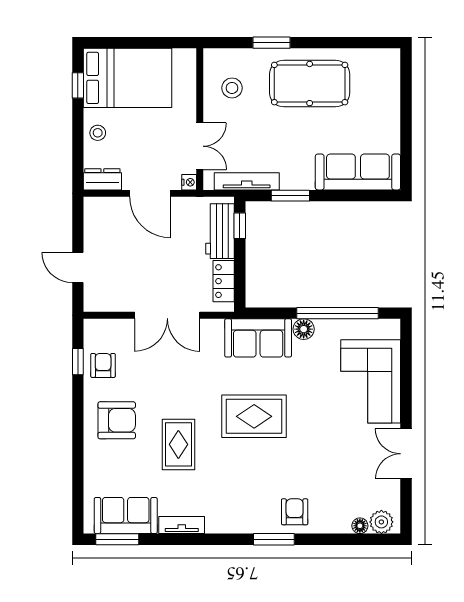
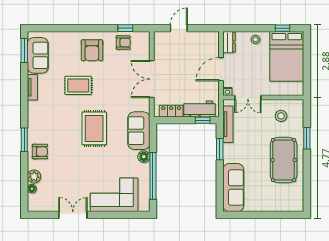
plant: (381, 522) -> (34, 176), moved

